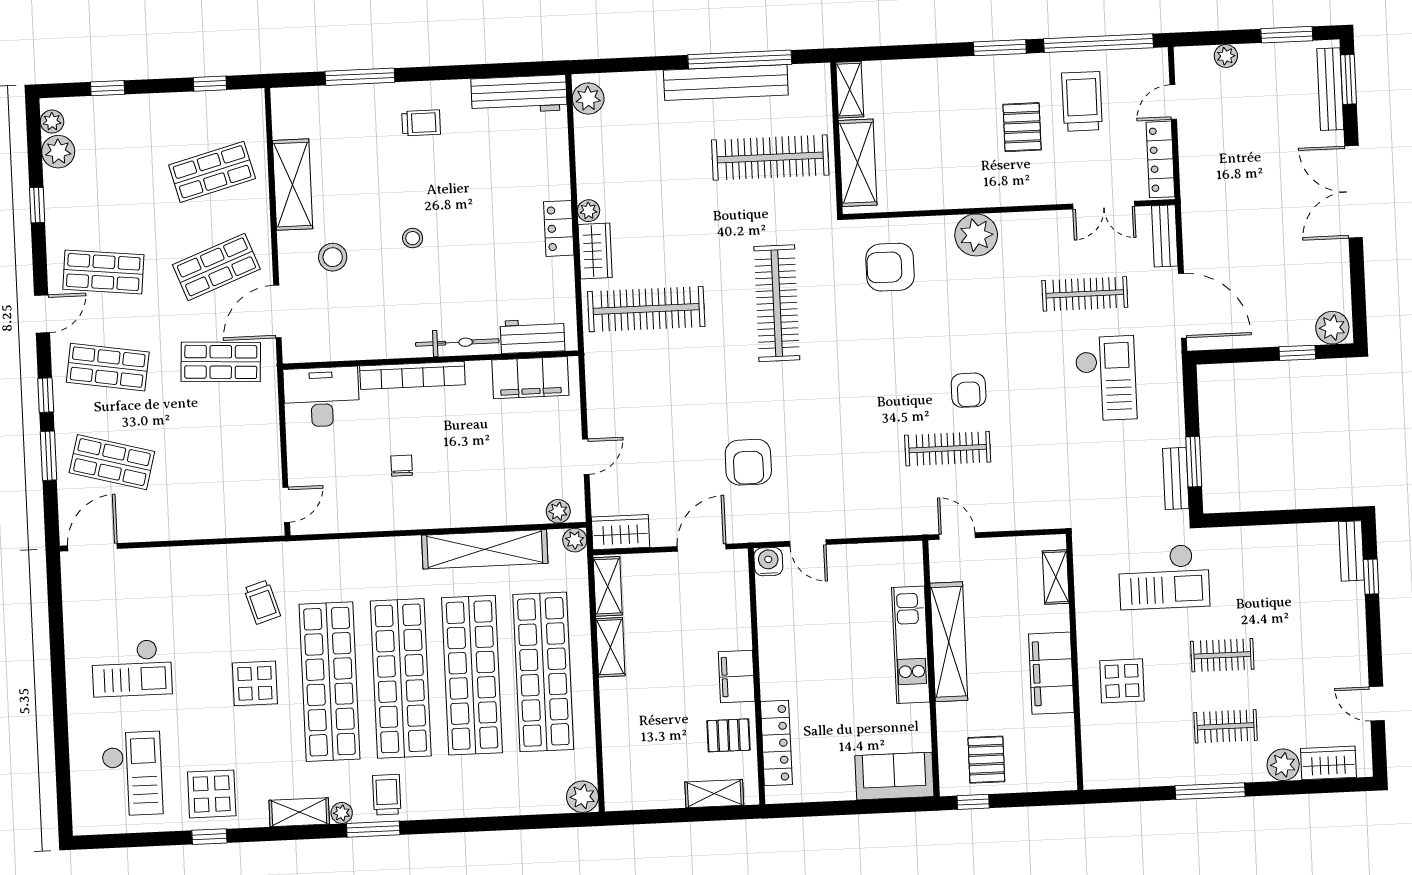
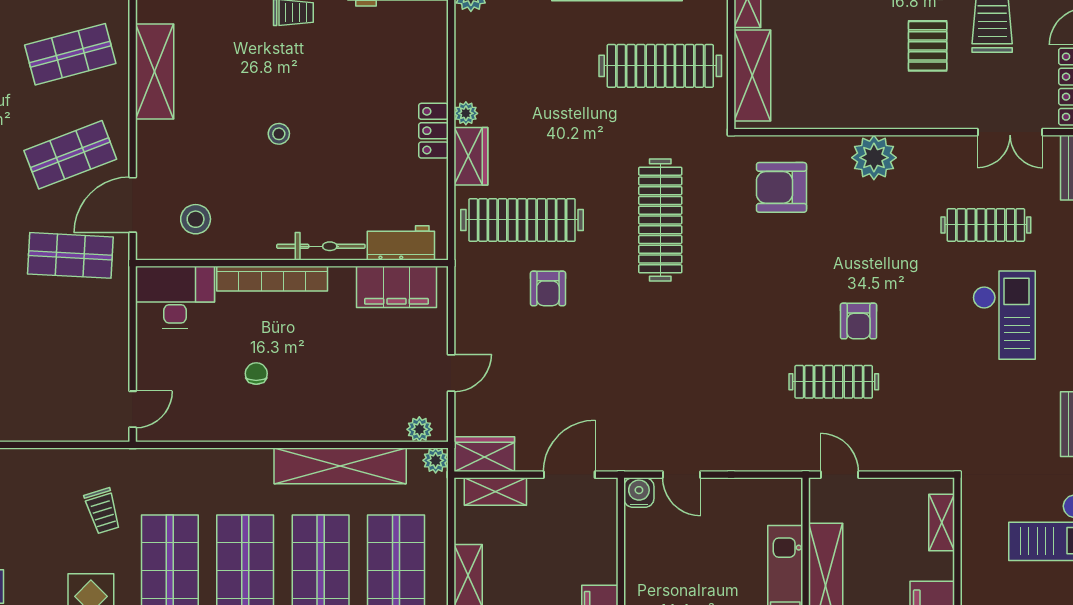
stool: (333, 257) -> (196, 219), moved
armchair: (748, 462) -> (548, 288), moved, width x0.72, depth x0.72
shelving: (608, 586) -> (495, 492), moved, turned 90

